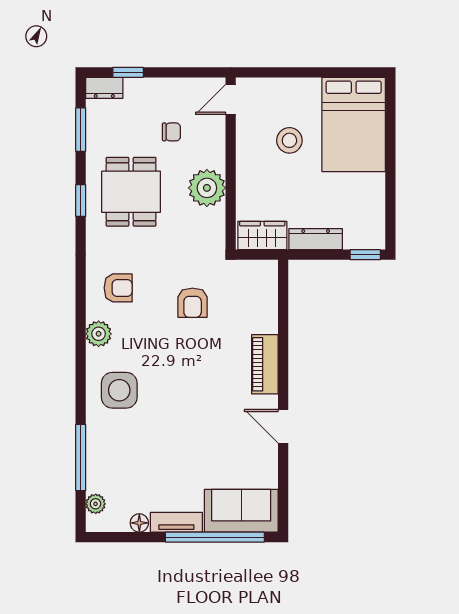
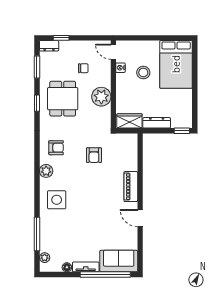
door: (231, 99) -> (113, 52), hinge flipped
nightstand: (245, 131) -> (120, 68), added

